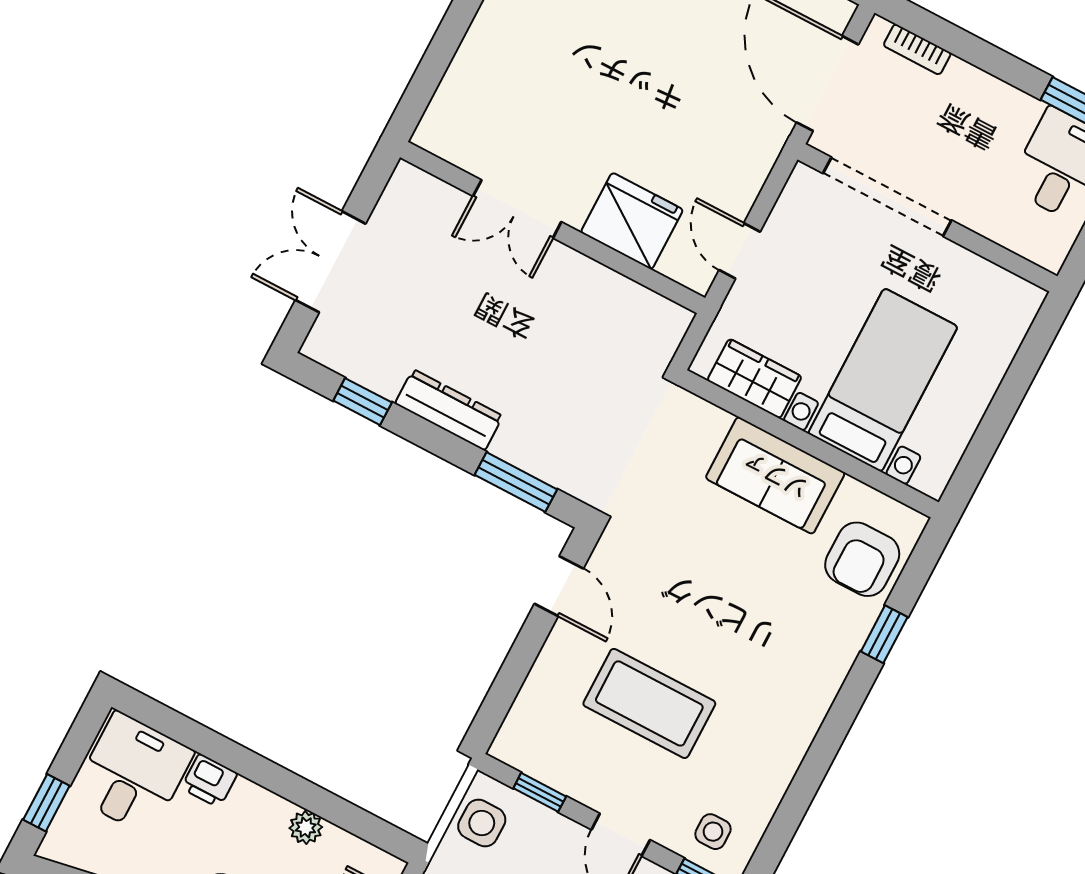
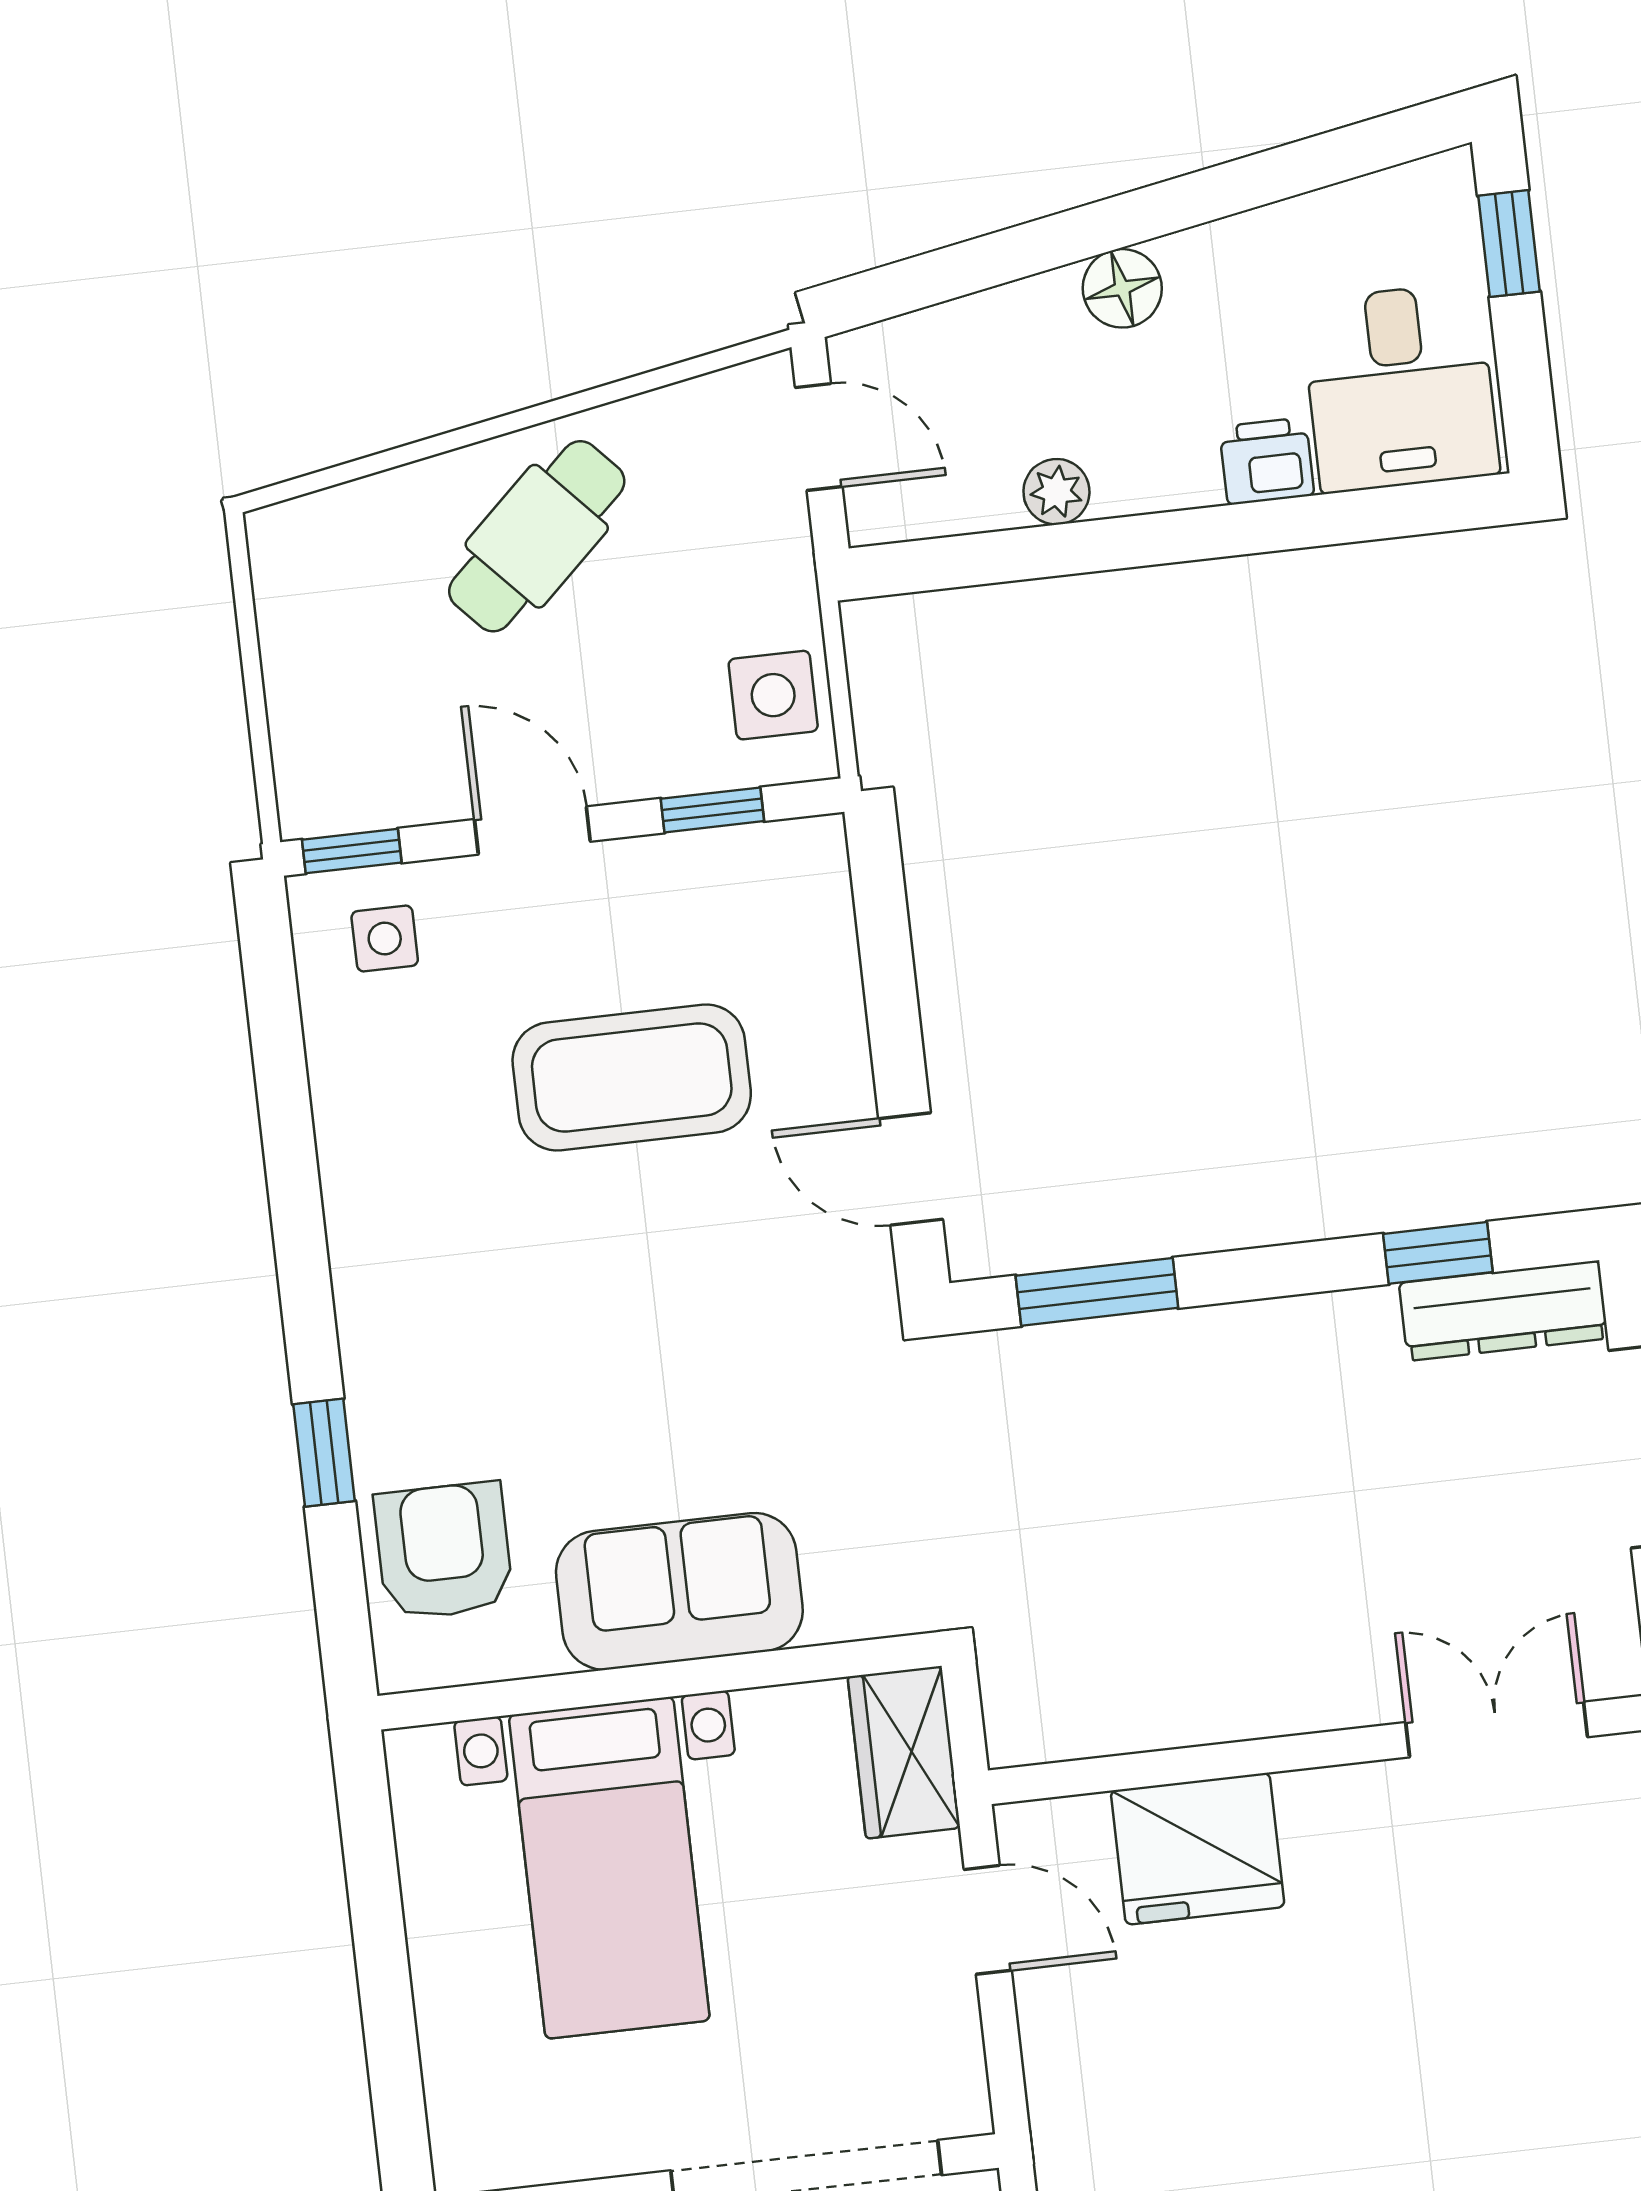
double door: (517, 209) -> (1497, 1730), moved
wardrobe: (754, 379) -> (904, 1752), moved, turned 90
dresser: (449, 410) -> (1503, 1311), moved

